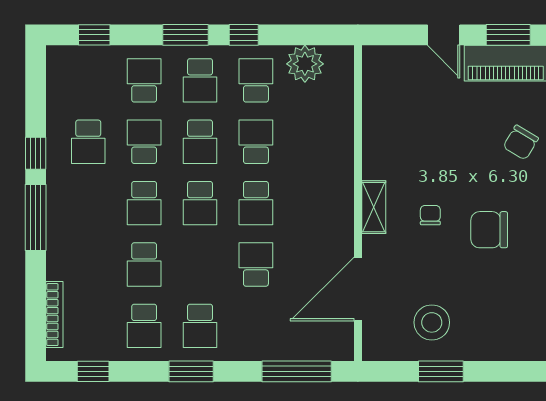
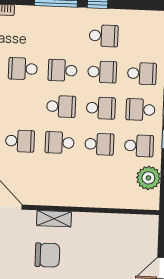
school desk: (88, 142) -> (104, 36), turned 180
school desk: (200, 142) -> (101, 108), turned 180
school desk: (200, 203) -> (61, 106), turned 180
chair: (430, 215) -> (47, 255), width x1.87, depth x1.87

